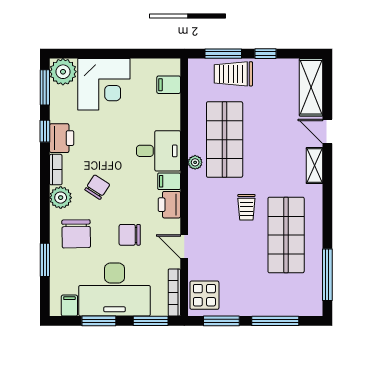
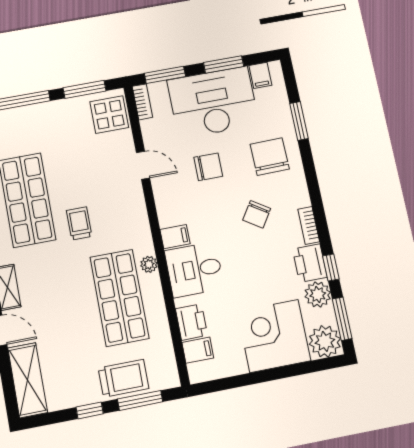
plant: (61, 198) -> (318, 294), moved
printer: (169, 205) -> (191, 322), moved
bookcase: (174, 292) -> (142, 102), width x0.64

